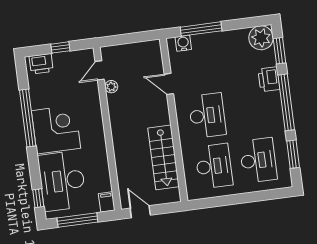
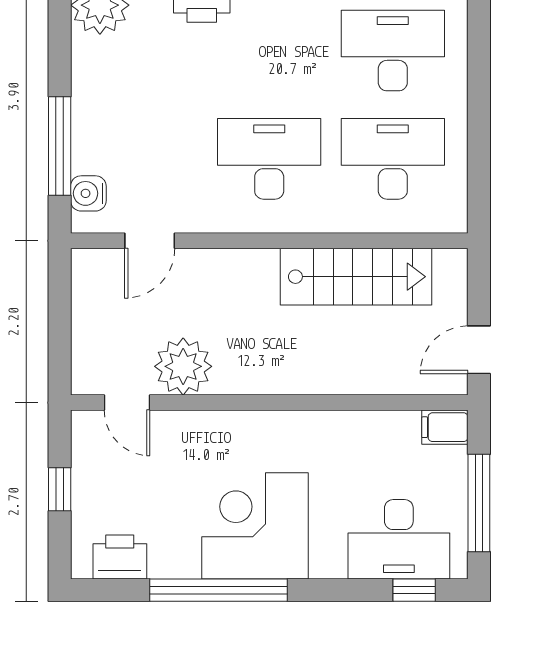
printer: (41, 64) -> (120, 557), moved, turned -90
door: (169, 84) -> (150, 241), moved
plant: (111, 87) -> (183, 366), width x1.88, depth x1.88
desk: (62, 181) -> (399, 539), width x0.73, depth x0.77

